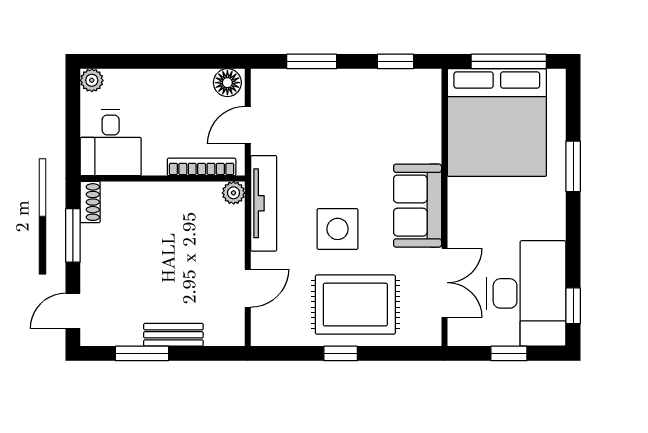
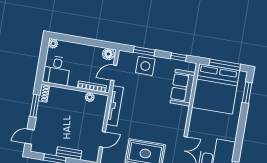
window: (573, 166) -> (247, 93), moved
plant: (234, 193) -> (90, 97), moved
sofa: (418, 206) -> (183, 88), moved
side table: (338, 229) -> (145, 66), moved

